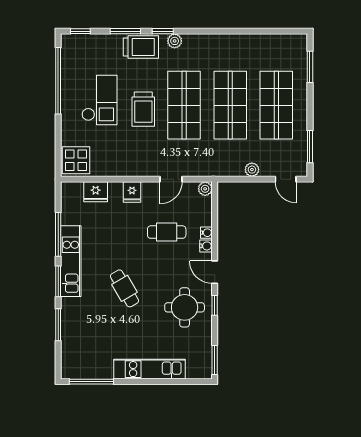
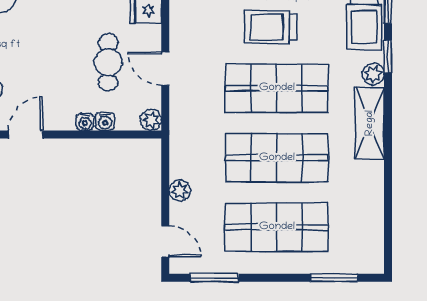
shelving: (207, 43) -> (370, 123), added
door: (286, 179) -> (165, 241), swing flipped
cafe table: (167, 232) -> (108, 62), moved
water cooler: (206, 246) -> (105, 121), moved

